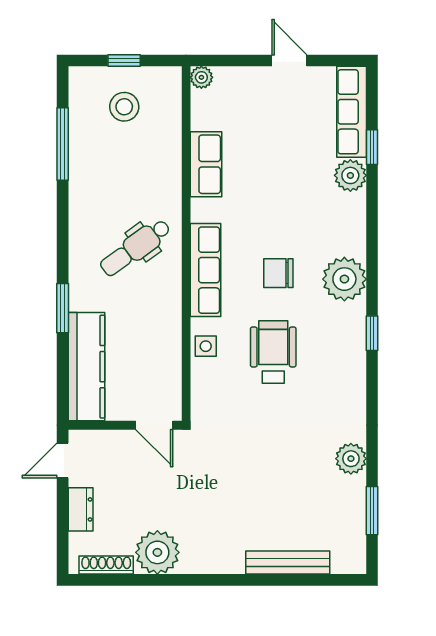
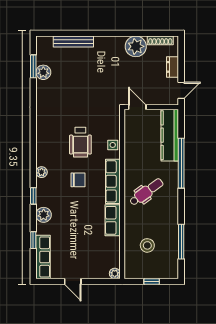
stool: (124, 107) -> (147, 245), moved
row of seats: (206, 164) -> (113, 220), moved
plant: (350, 175) -> (44, 215), moved
plant: (344, 279) -> (42, 172), width x0.53, depth x0.53
window: (63, 308) -> (181, 163), width x2.11
window: (372, 333) -> (33, 196), moved
plant: (351, 459) -> (43, 72), moved

